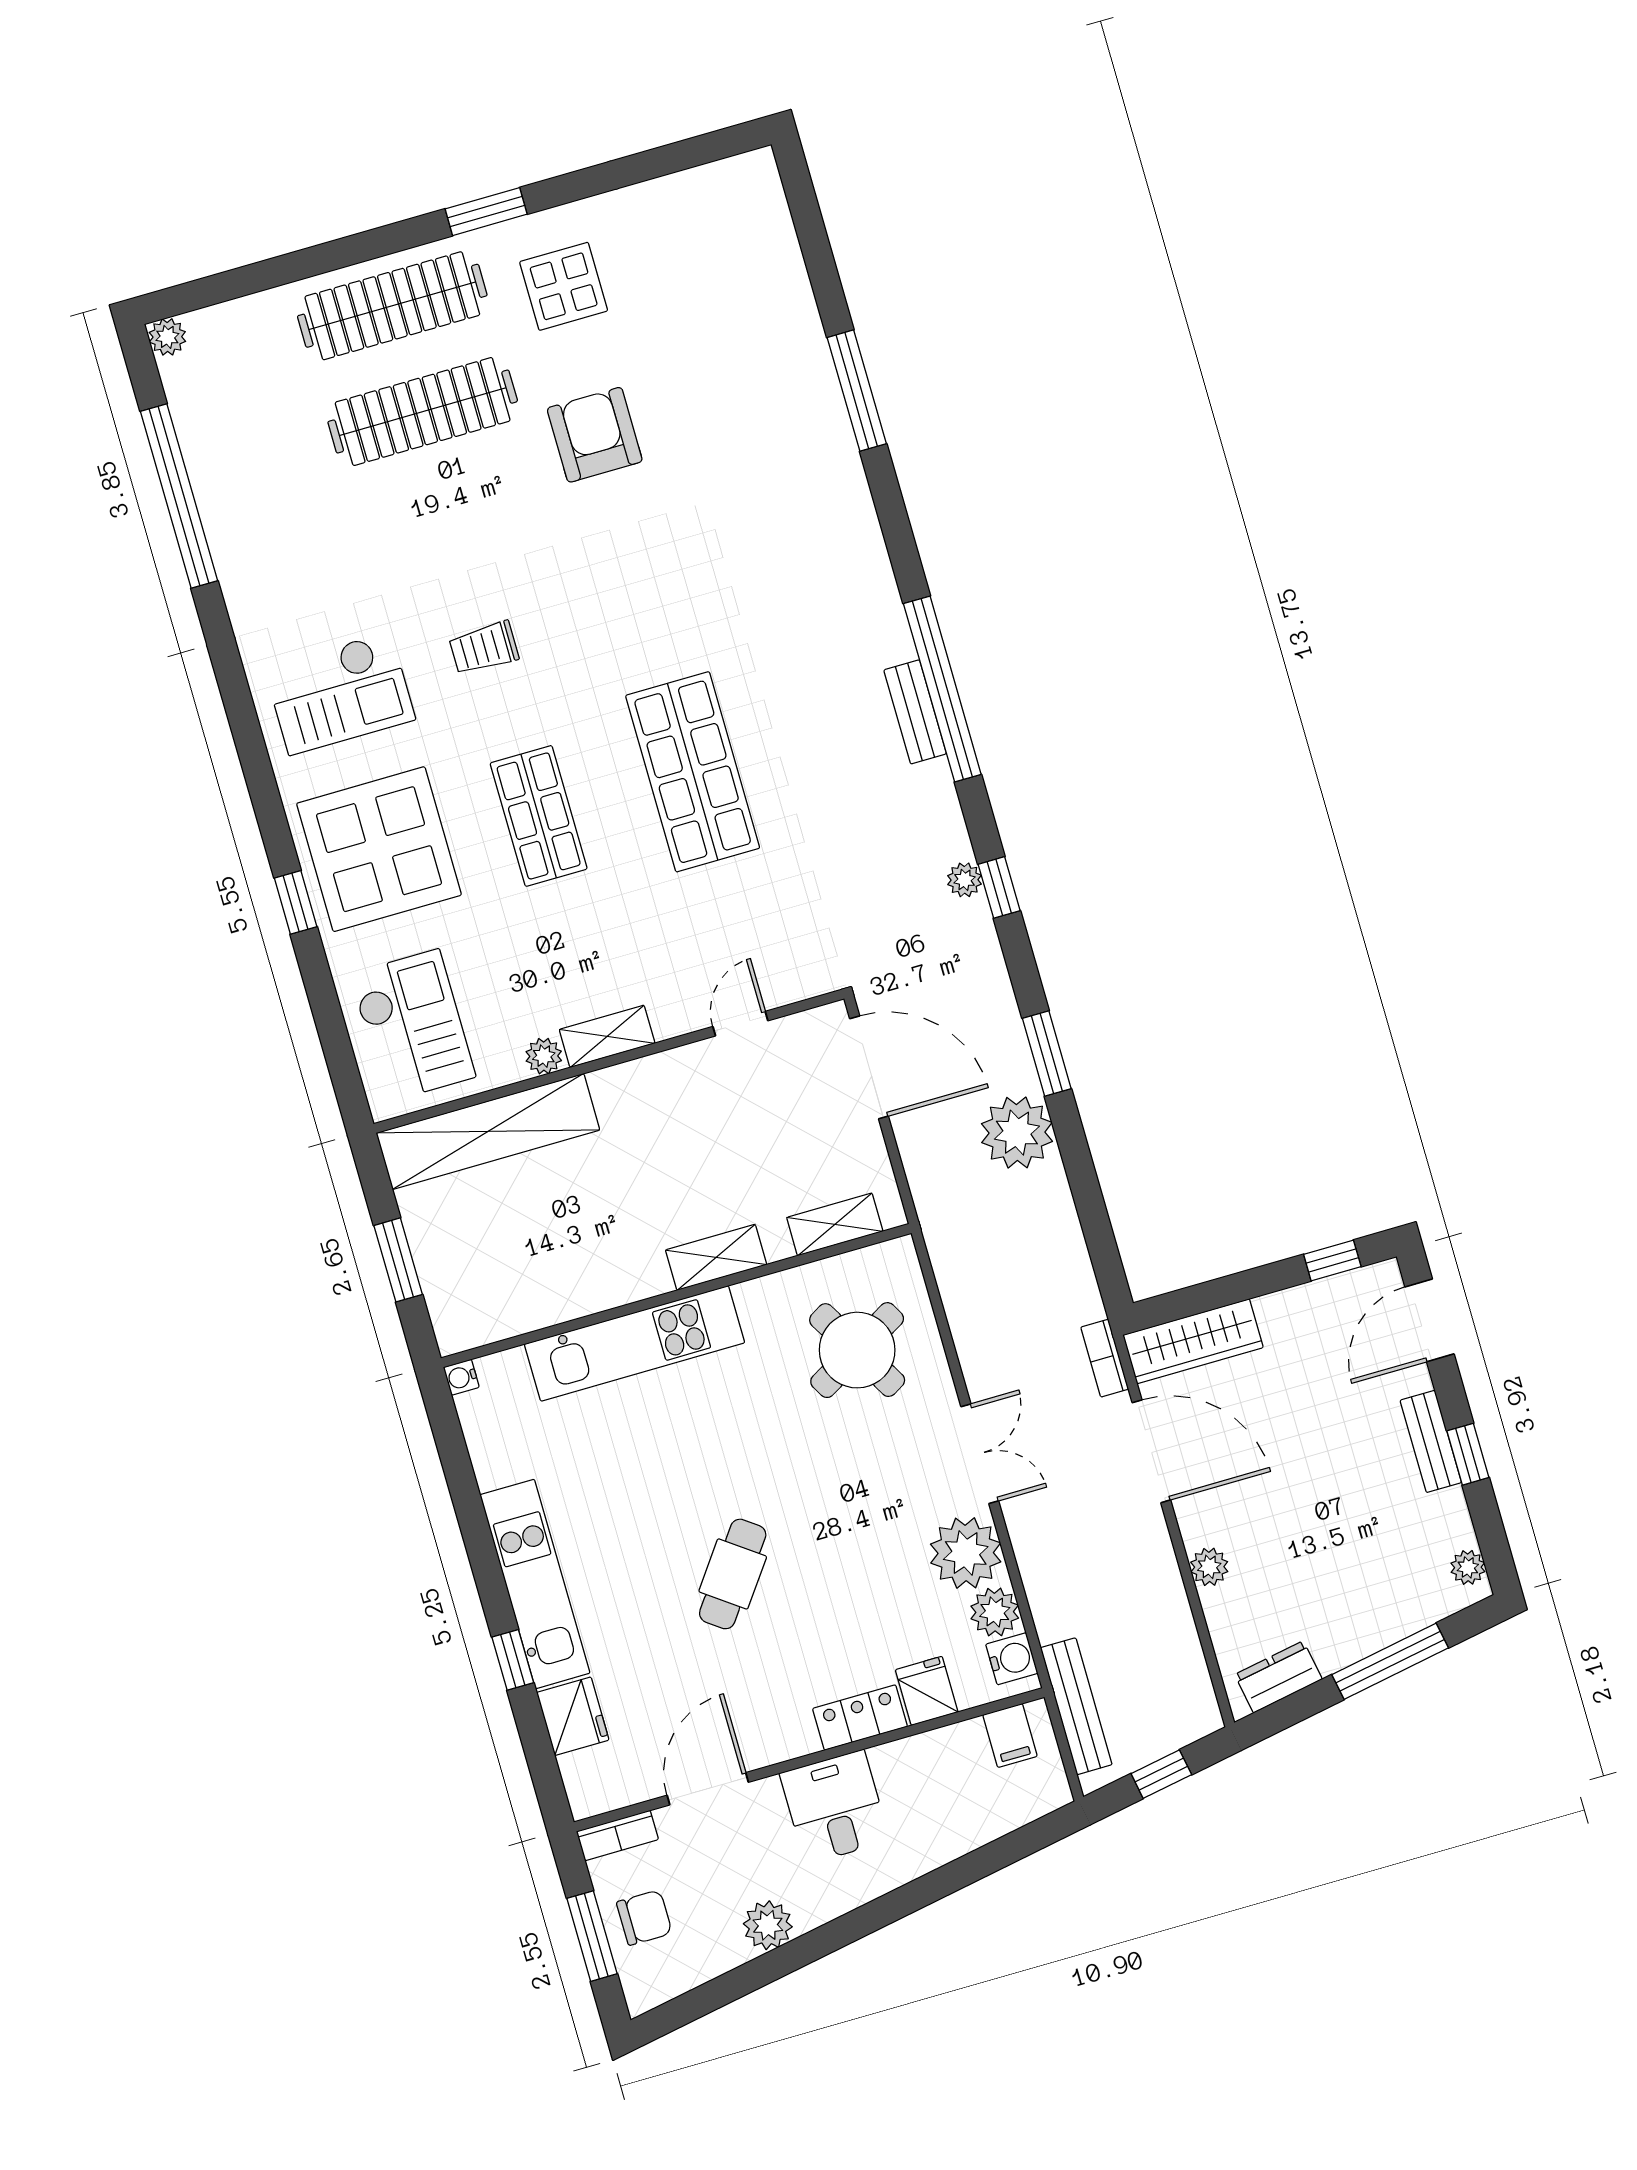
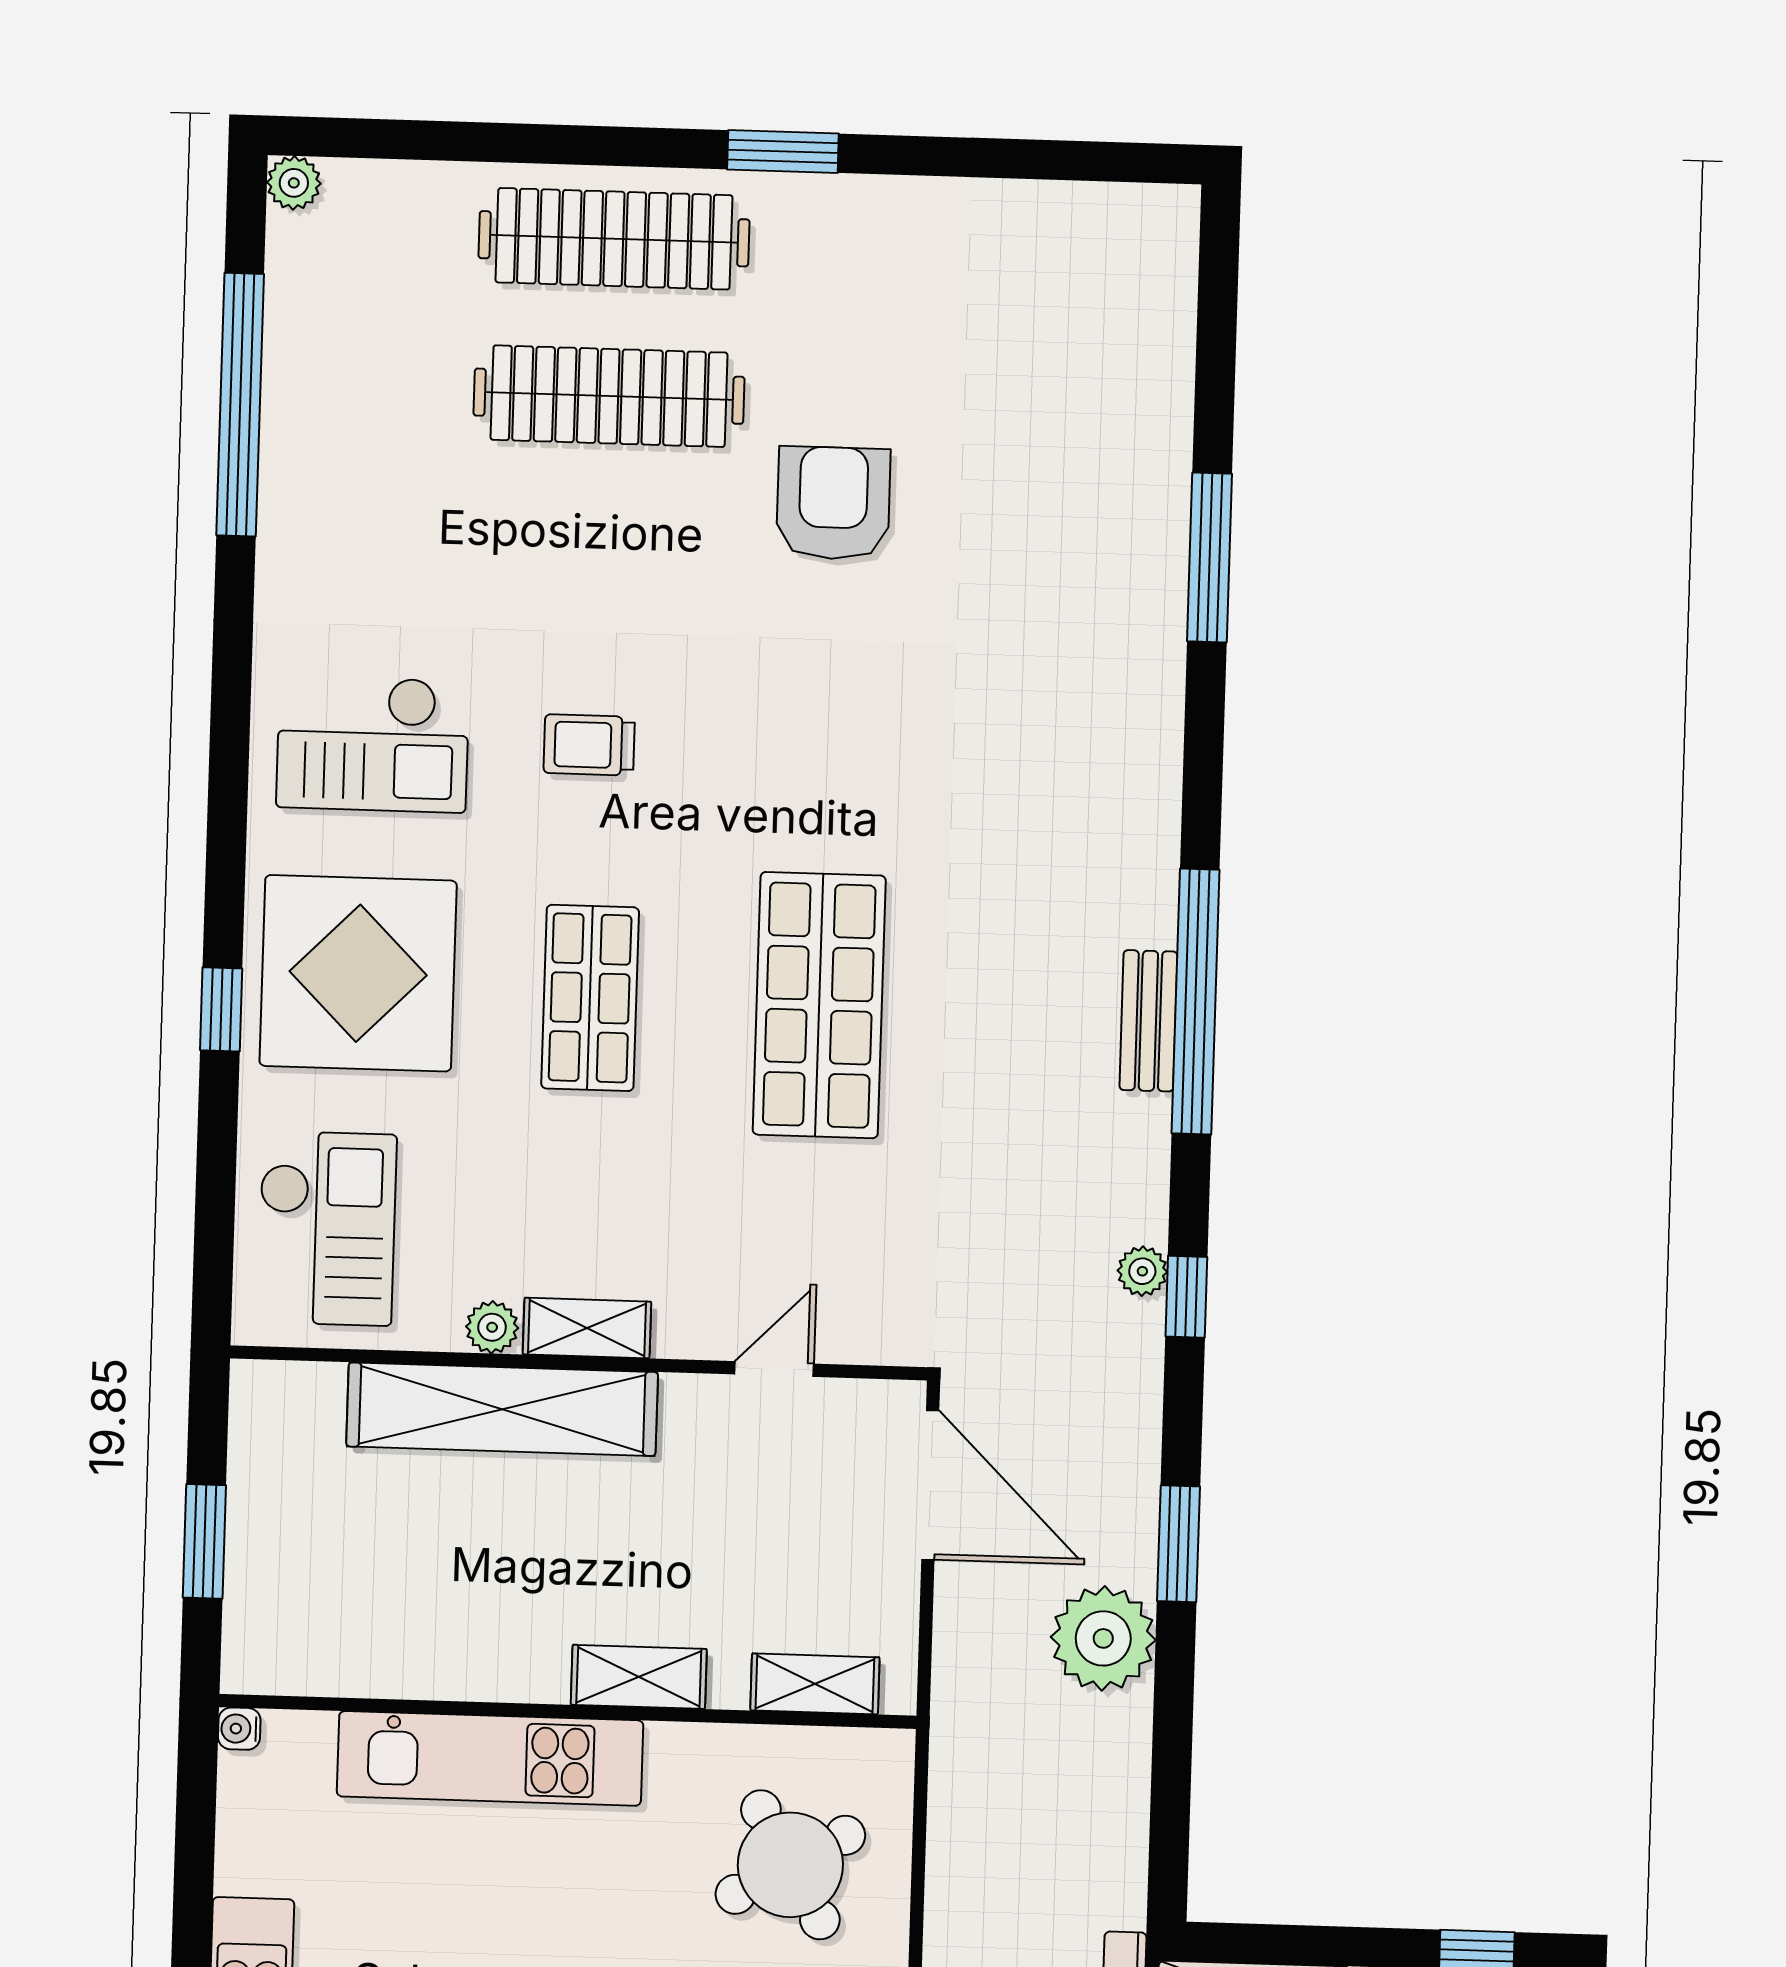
display table: (564, 286) -> (856, 287), removed
shelving: (488, 1131) -> (502, 1409), moved

